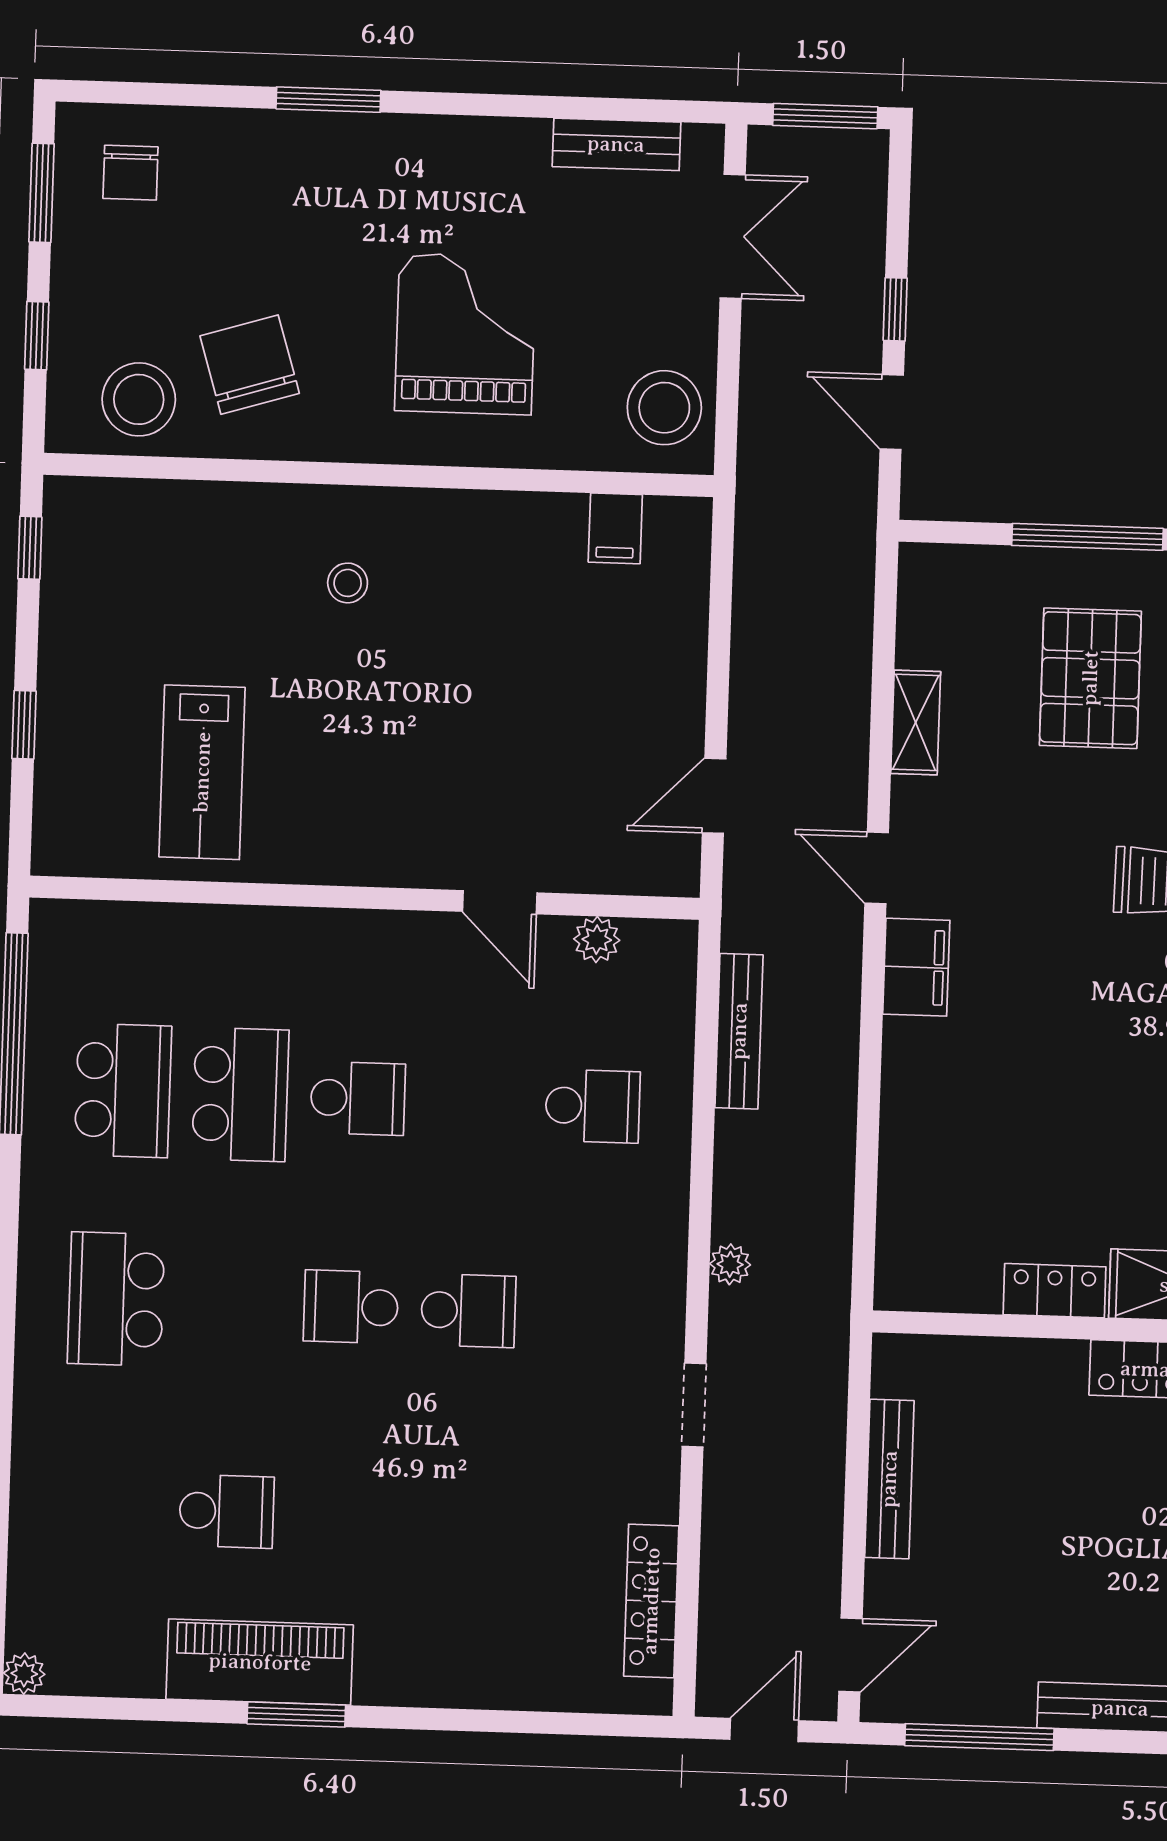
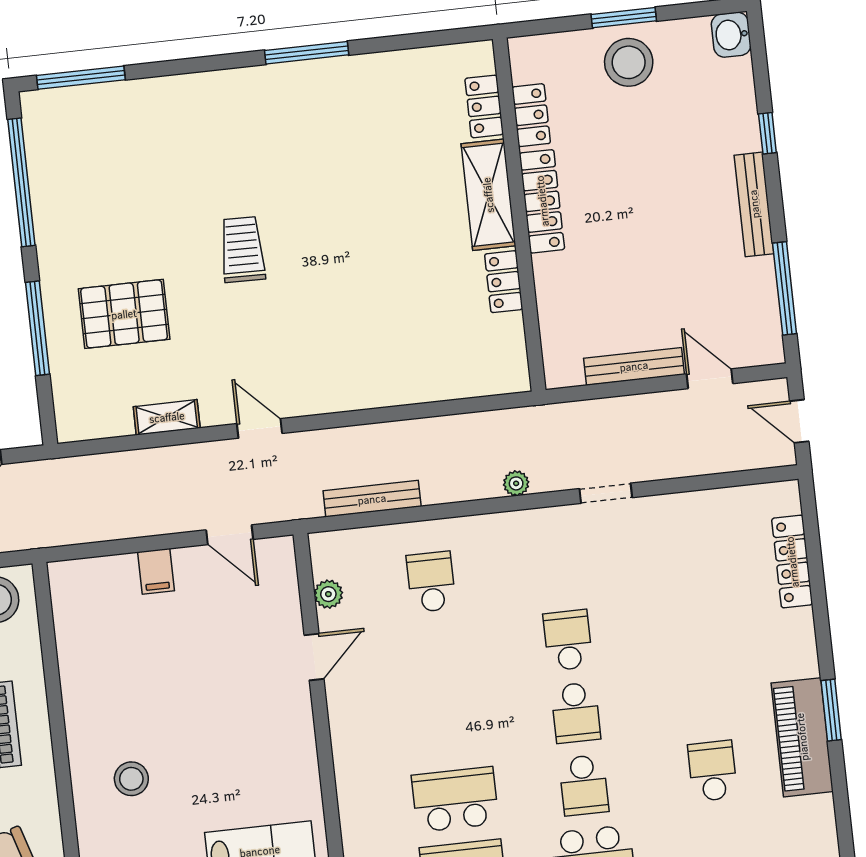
filing cabinet: (615, 528) -> (156, 571), moved, turned 90
stool: (348, 583) -> (131, 779), width x1.37, depth x1.37
door: (877, 868) -> (260, 428), swing flipped
filing cabinet: (916, 967) -> (317, 395), removed
school desk: (358, 1098) -> (584, 785), moved, turned 180
locker: (651, 1601) -> (792, 562), moved, turned 90
door: (850, 1655) -> (710, 379), moved

